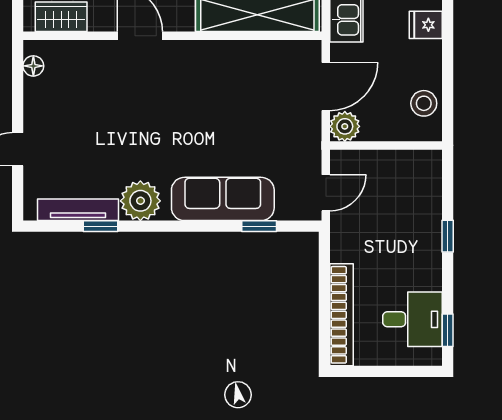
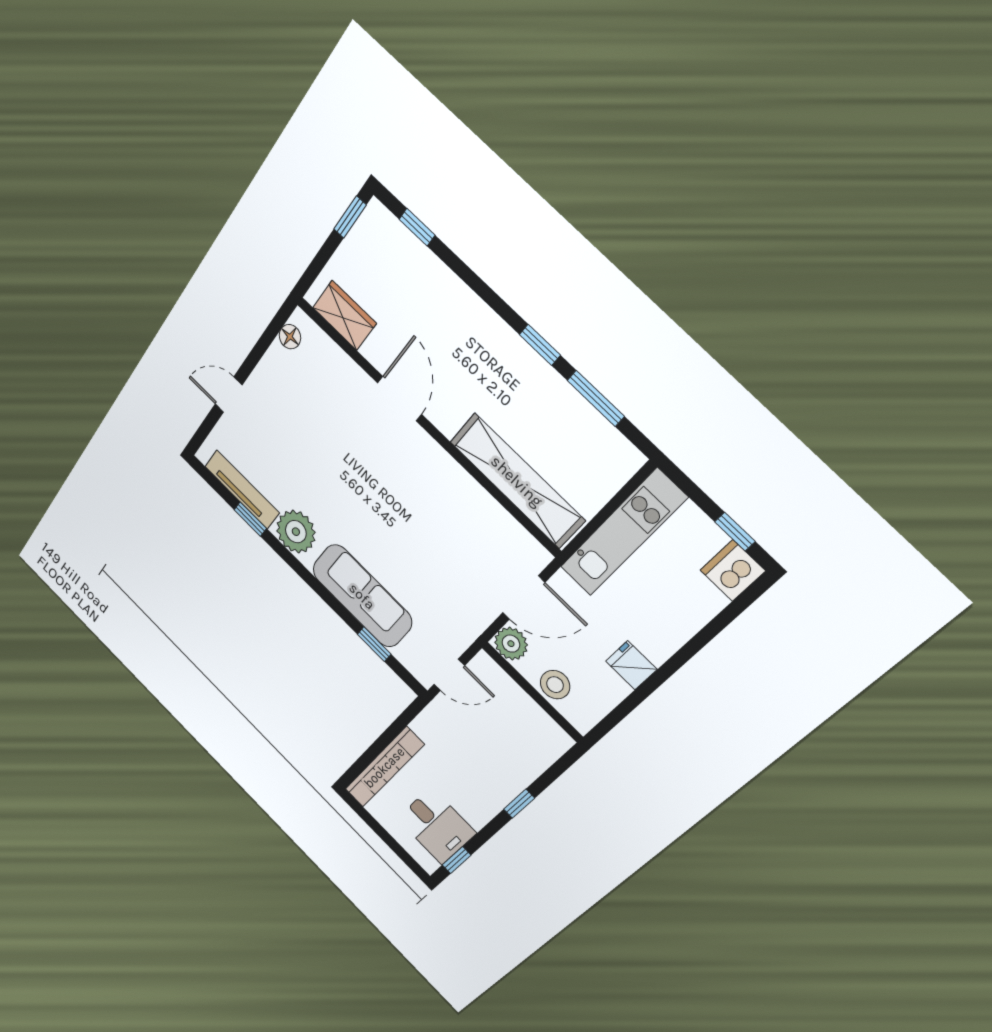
fridge: (426, 25) -> (631, 665), moved
stool: (424, 103) -> (555, 685), moved

